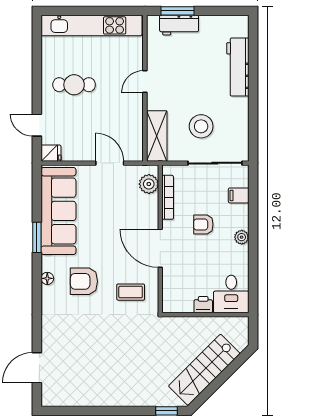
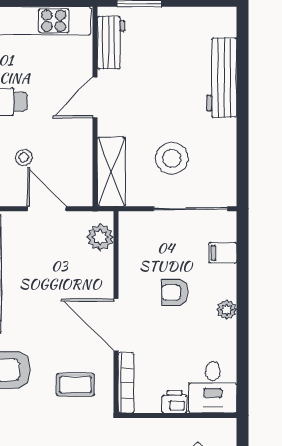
workbench: (179, 25) -> (111, 43), moved, turned -90
door: (145, 82) -> (95, 97), width x1.38
stool: (93, 126) -> (24, 158), added
bookcase: (168, 197) -> (126, 383), moved

